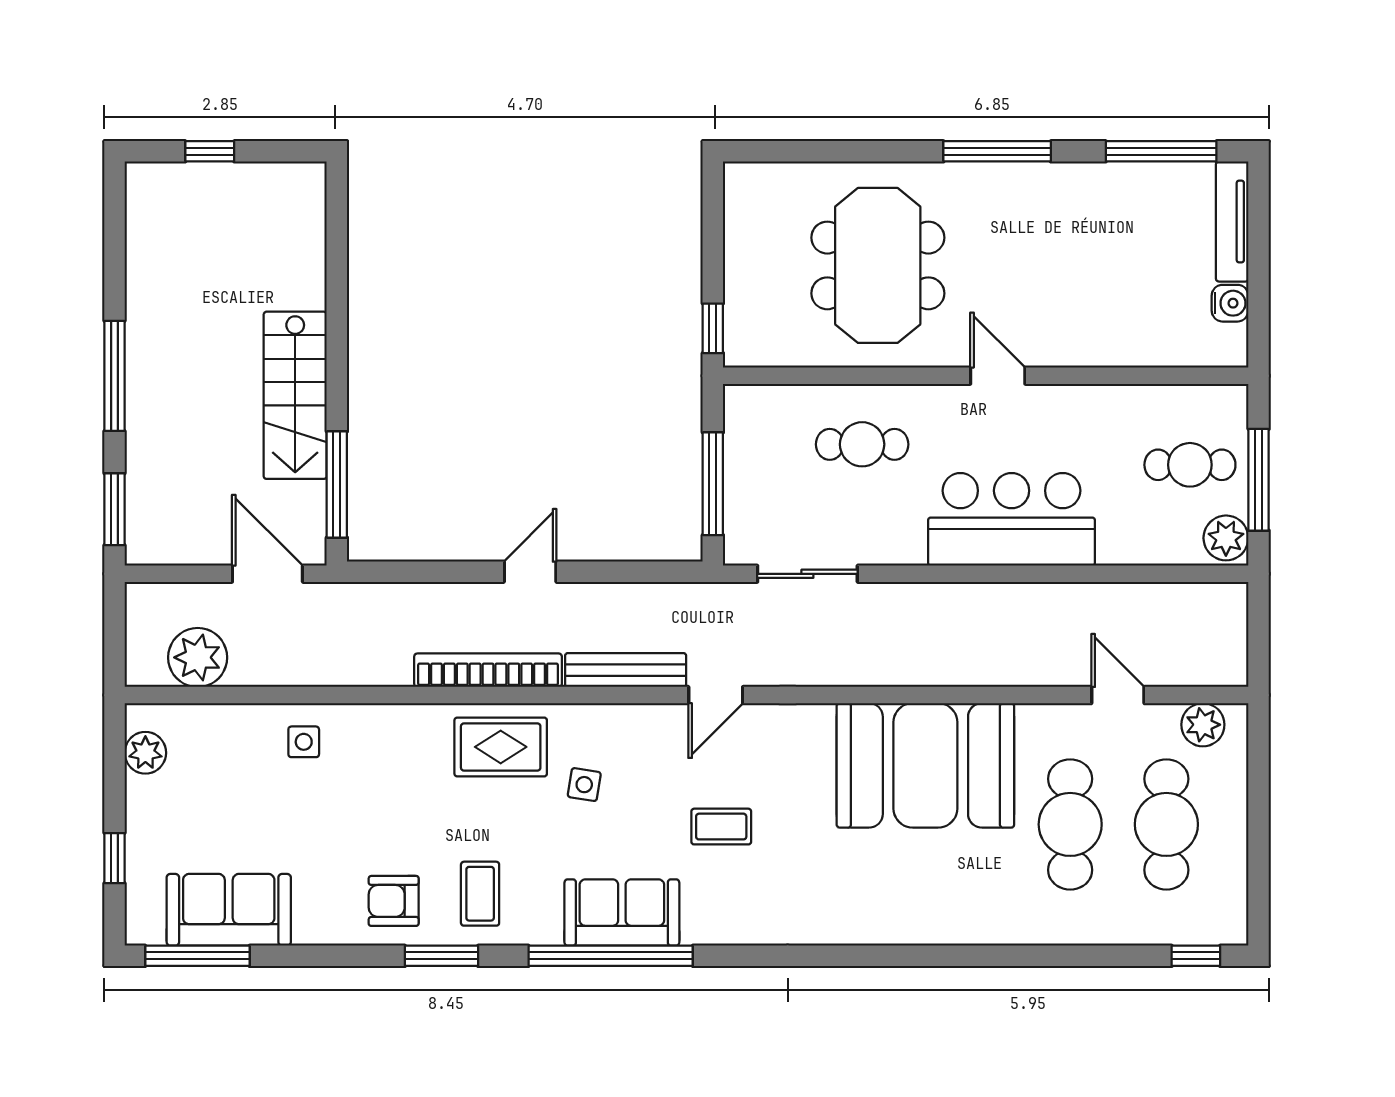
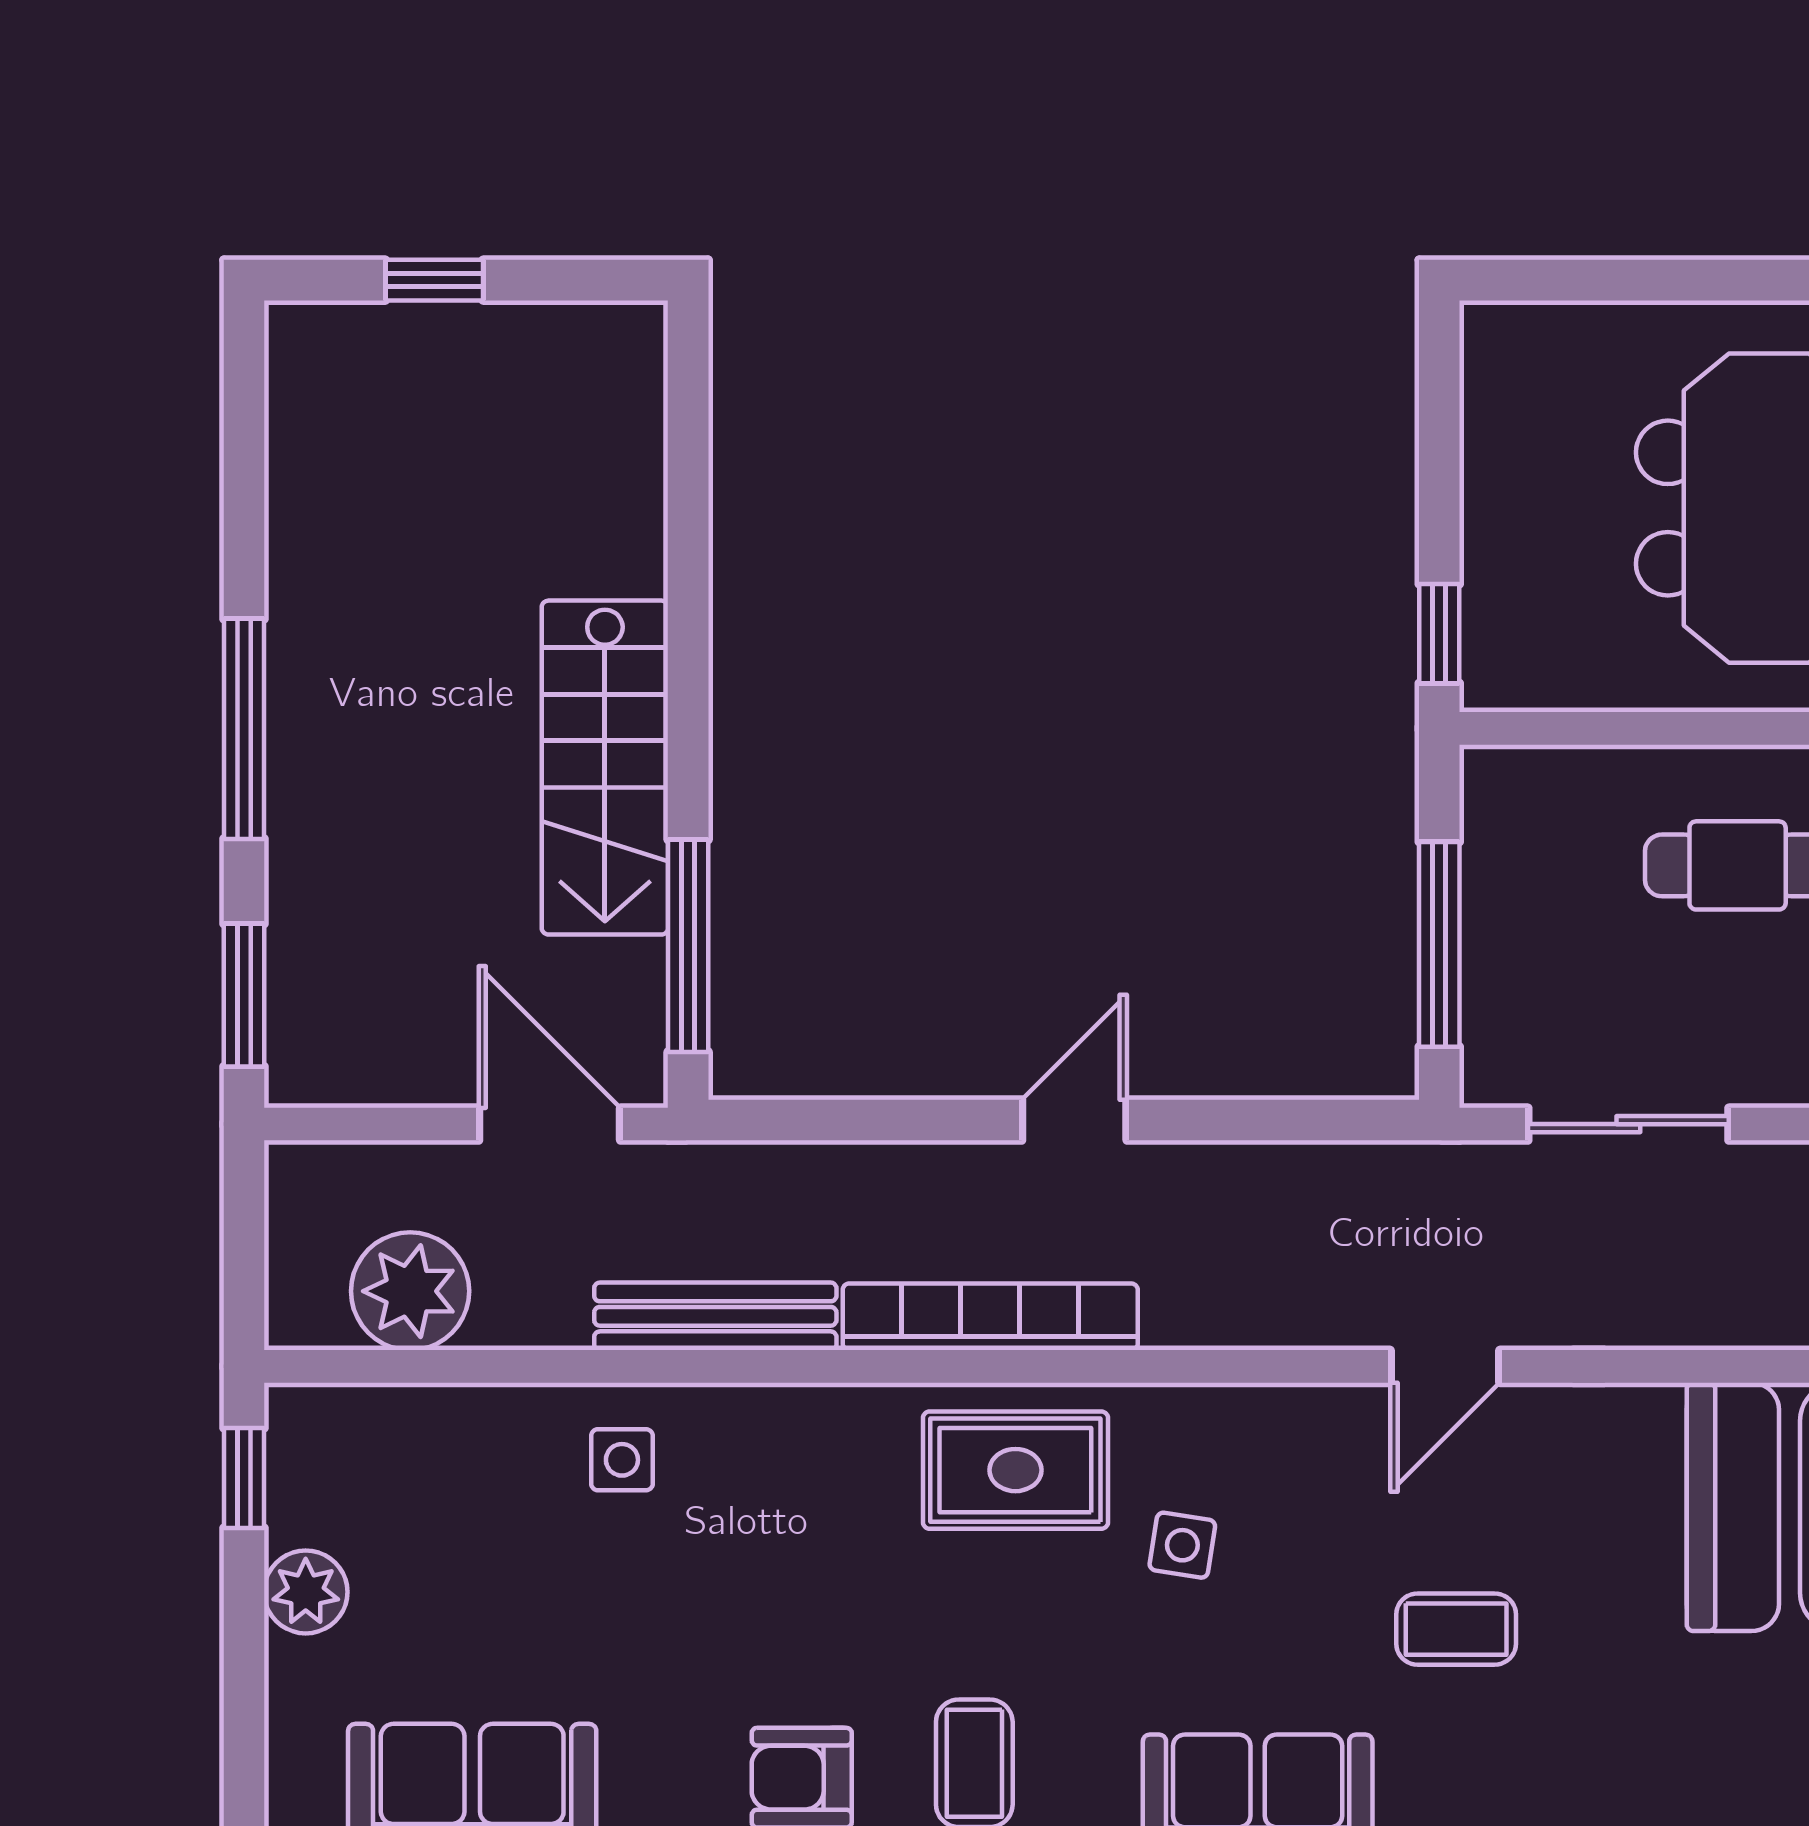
bench: (626, 670) -> (715, 1316), moved
plant: (145, 753) -> (306, 1592), moved
window: (115, 858) -> (244, 1478), moved

